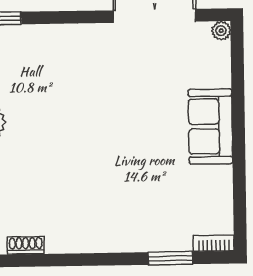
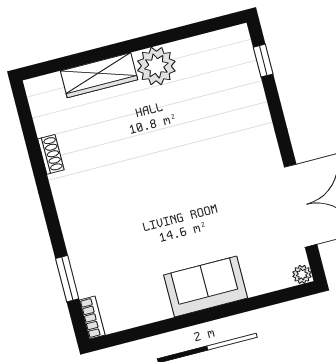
shoe rack: (26, 245) -> (51, 154), moved

